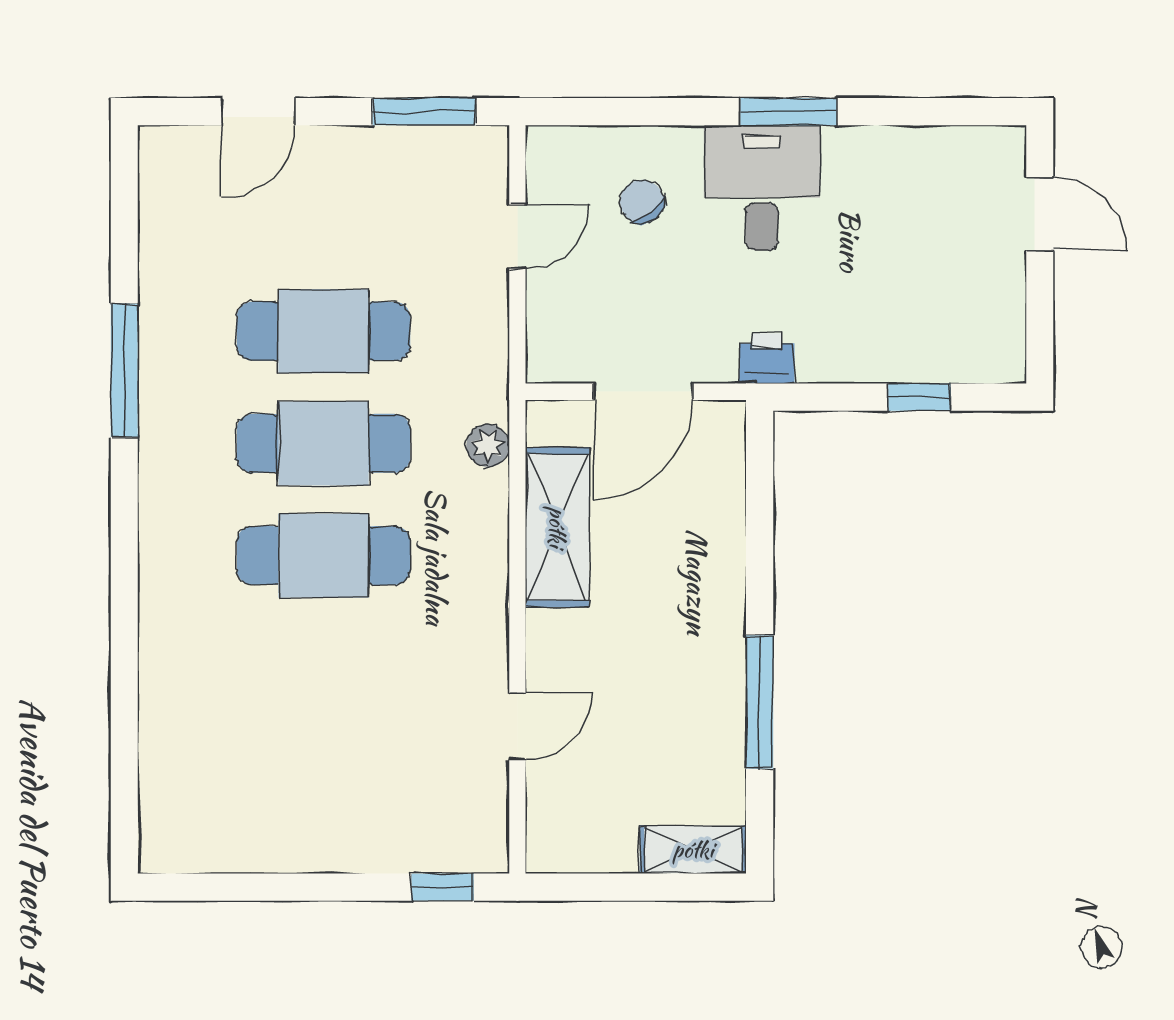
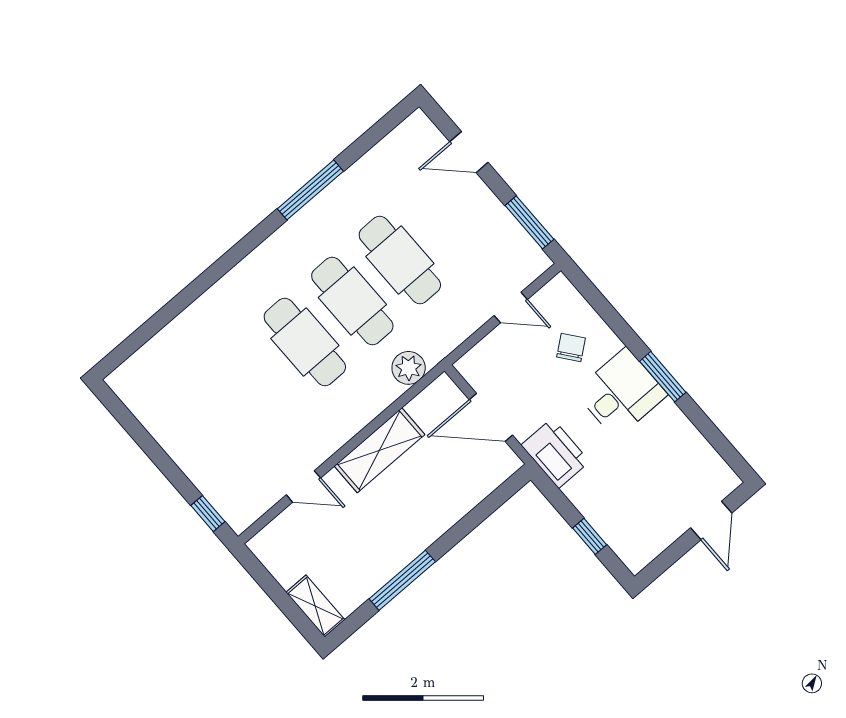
printer: (767, 359) -> (555, 453), width x1.87, depth x1.48
plant: (488, 445) -> (409, 368), width x1.38, depth x1.38
shelving: (557, 527) -> (379, 450), moved

